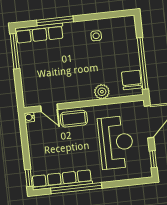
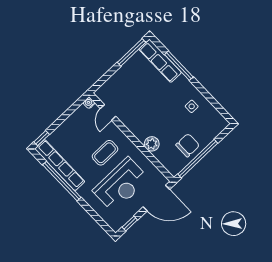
chair: (132, 80) -> (188, 145), moved
coffee table: (74, 119) -> (105, 153), moved, turned 90

